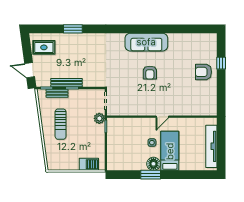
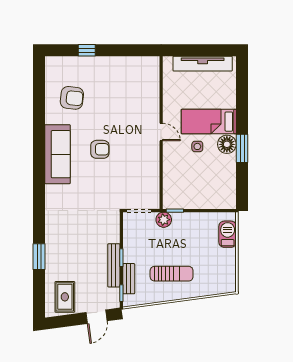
armchair: (203, 72) -> (72, 98), moved, turned -84

